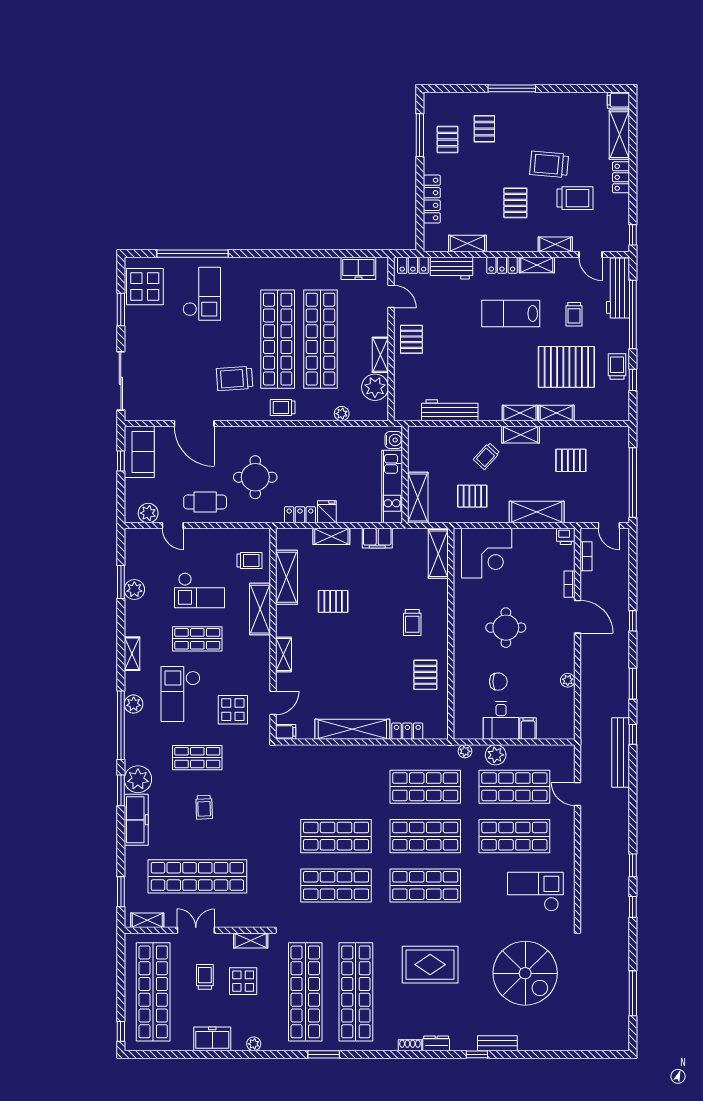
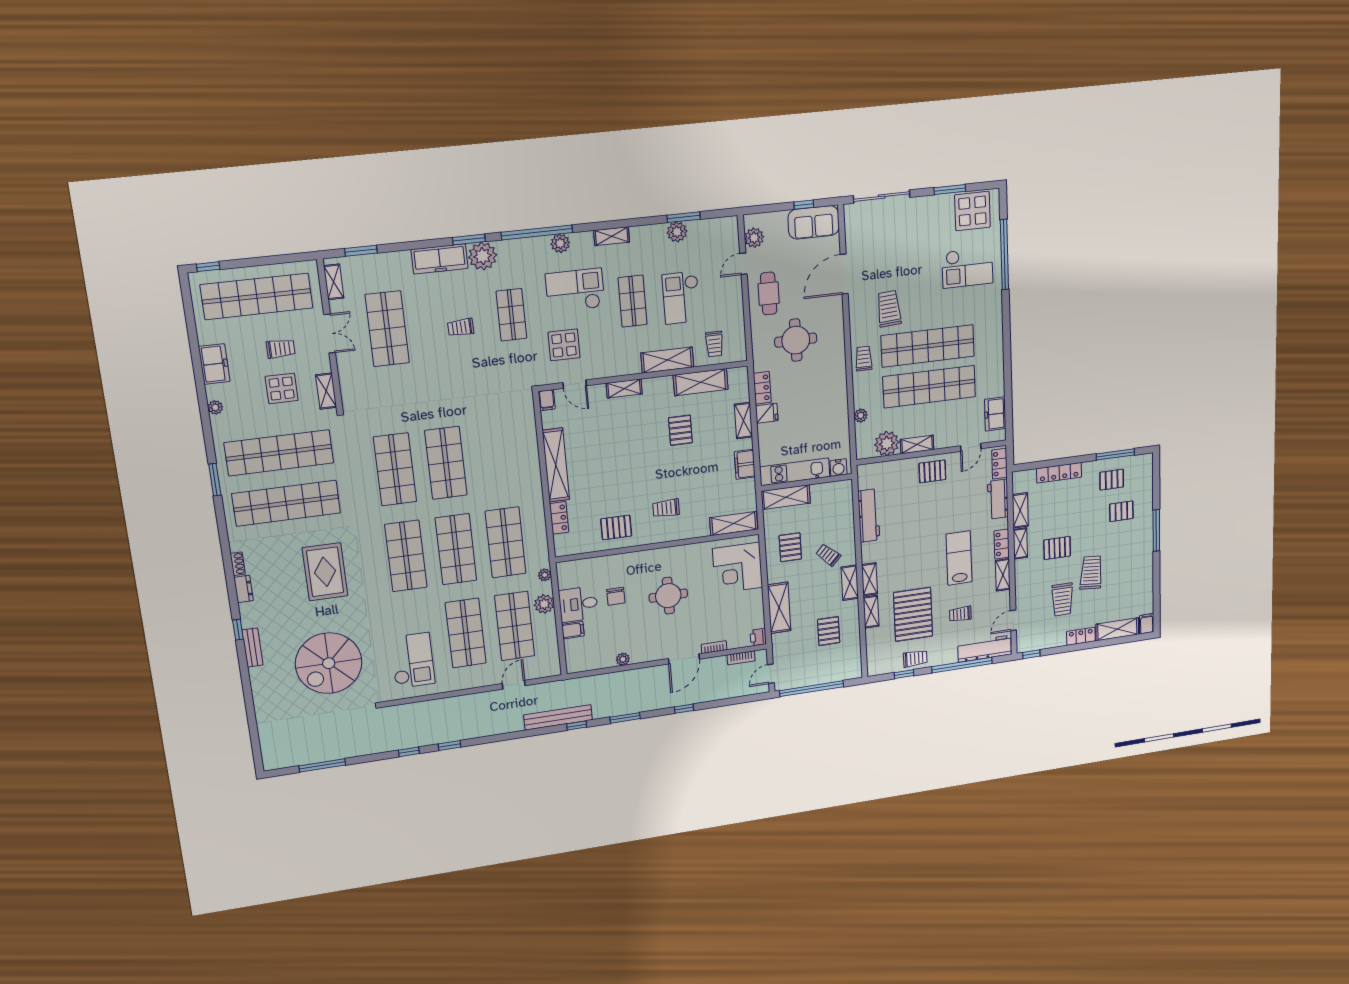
shelving: (555, 244) -> (1020, 543), moved
shop shelf: (197, 876) -> (387, 329), width x0.71

